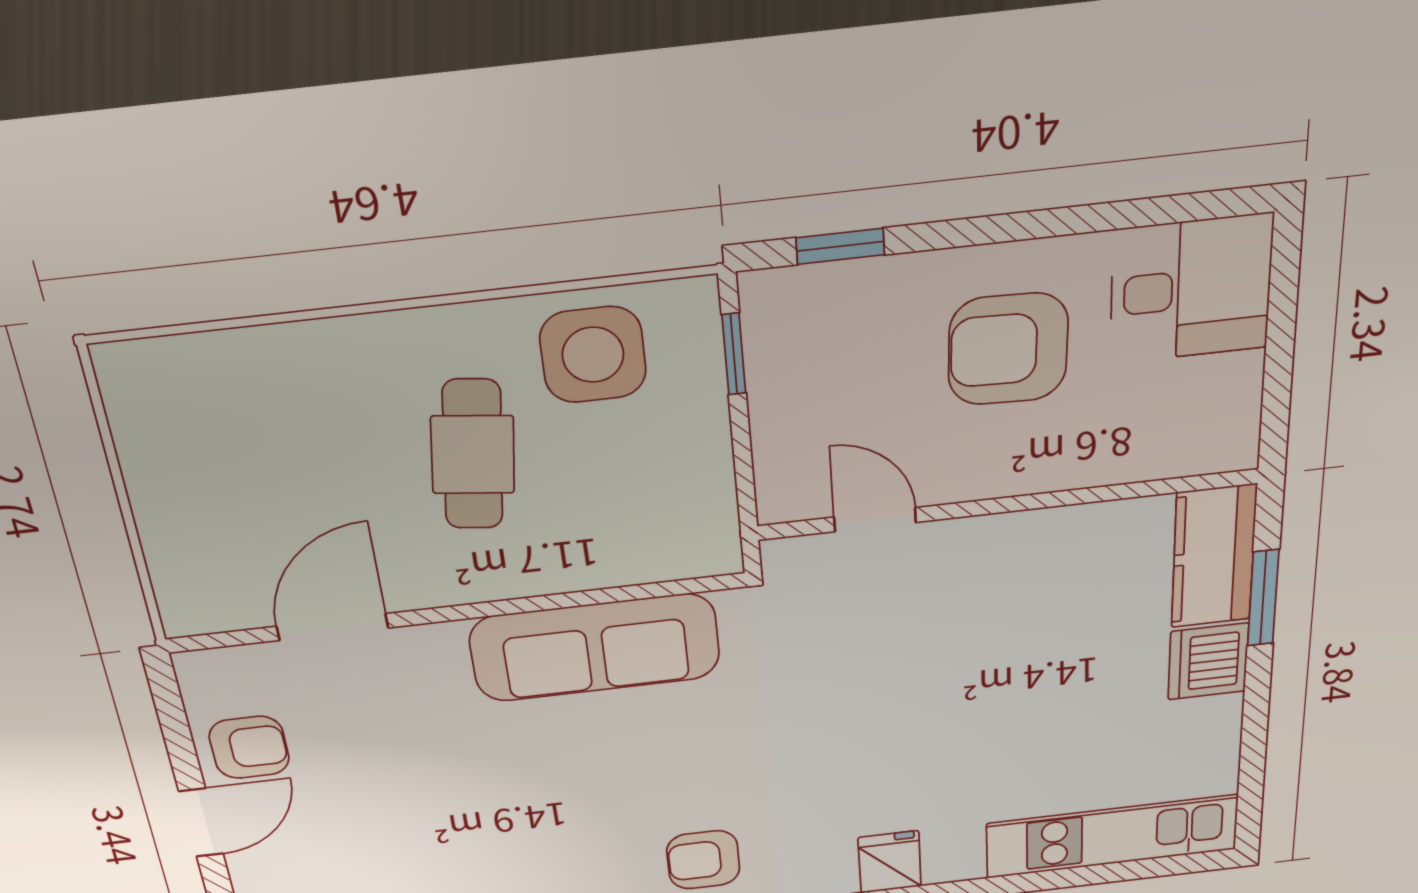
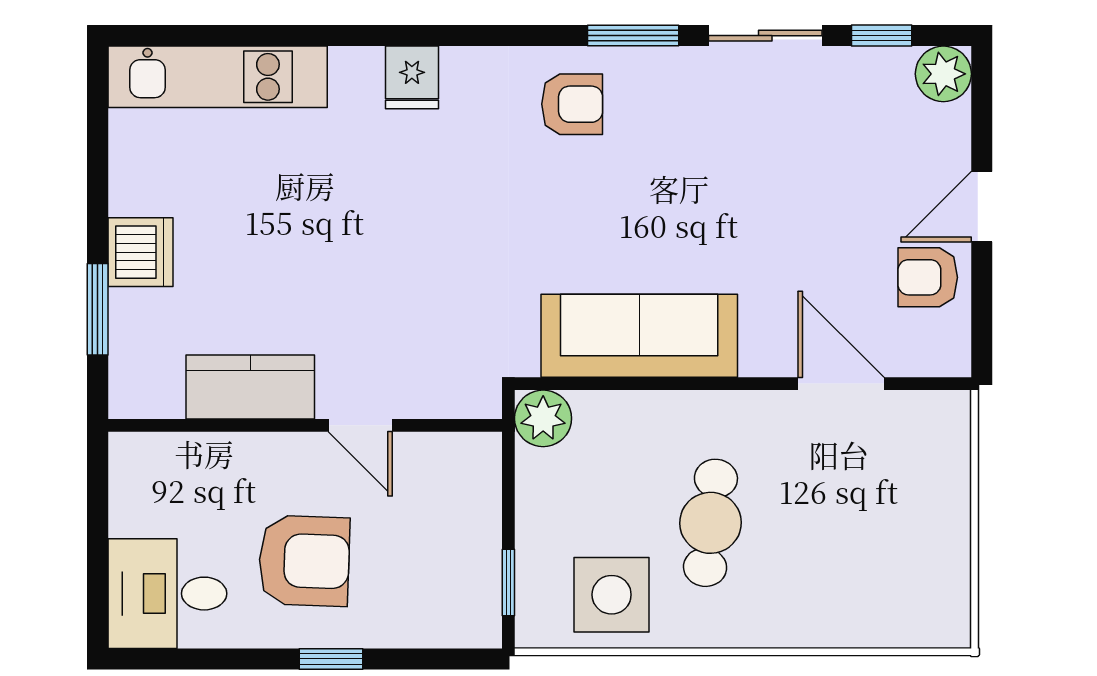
window: (840, 246) -> (331, 659), moved
door: (875, 520) -> (360, 425), moved
plant: (706, 547) -> (543, 418), added
kitchen counter: (1214, 556) -> (250, 387), moved, turned -90
door: (332, 627) -> (841, 384), swing flipped

